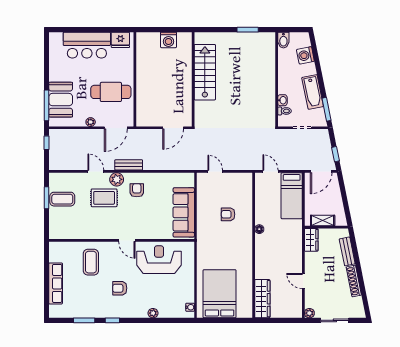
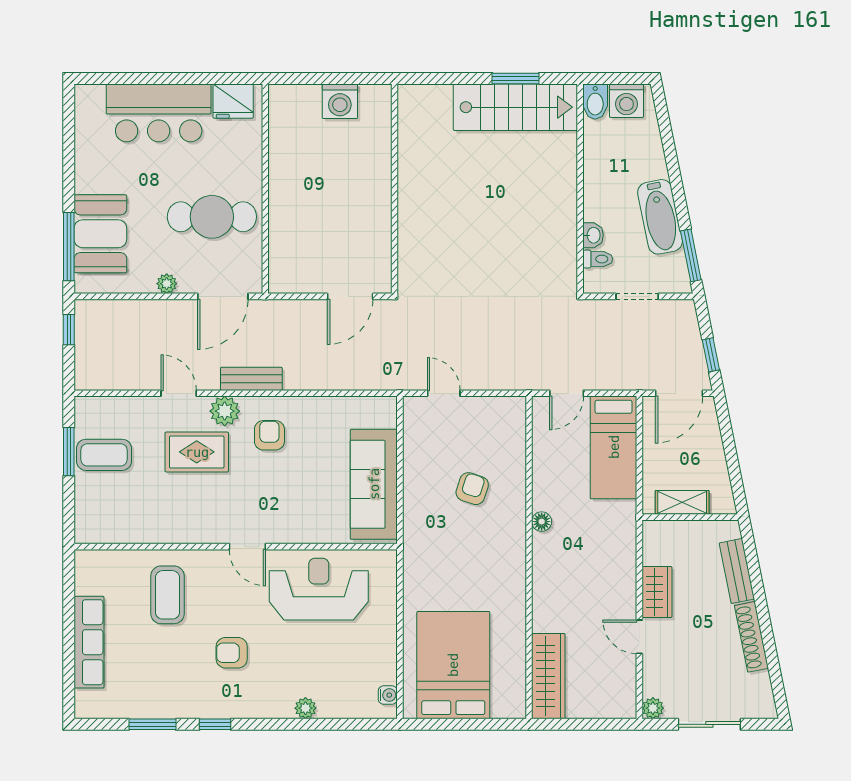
washing machine: (305, 55) -> (626, 101), moved, turned -79
stairs: (205, 72) -> (515, 107), moved, turned 90
door: (271, 171) -> (567, 393), swing flipped
armchair: (228, 214) -> (472, 489), turned 108
wardrobe: (311, 240) -> (657, 592), moved

